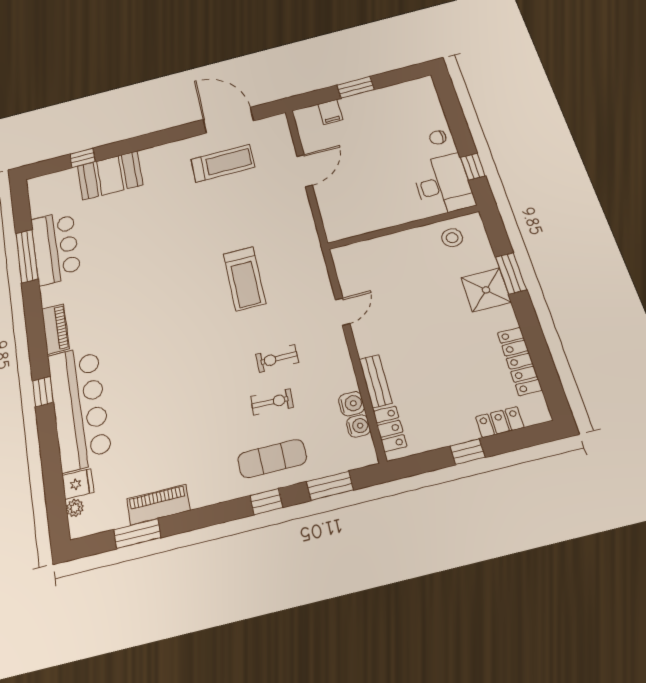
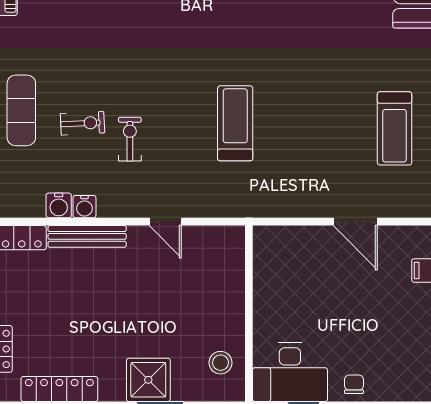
treadmill: (244, 279) -> (235, 123), turned 90
bench: (376, 381) -> (87, 236), width x1.36
exercise bike: (272, 402) -> (83, 123), turned -96
water cooler: (359, 426) -> (84, 207), moved

